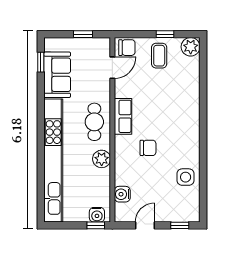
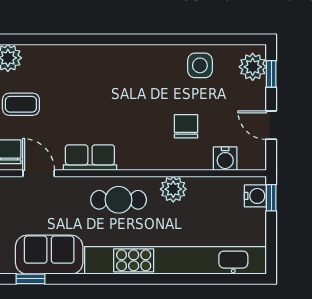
row of seats: (123, 116) -> (90, 158), moved
chair: (148, 148) -> (186, 126), moved
plant: (185, 213) -> (253, 67), added

